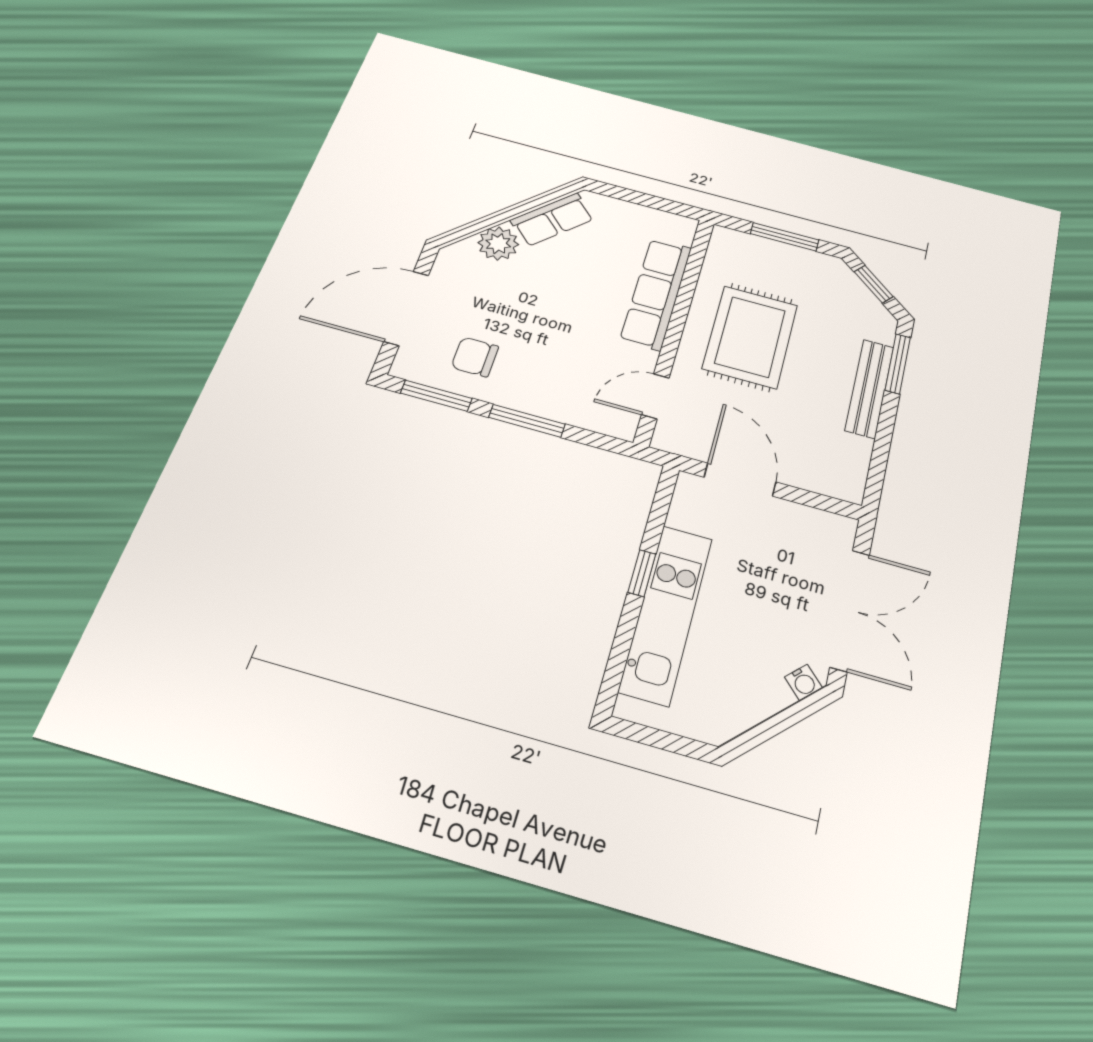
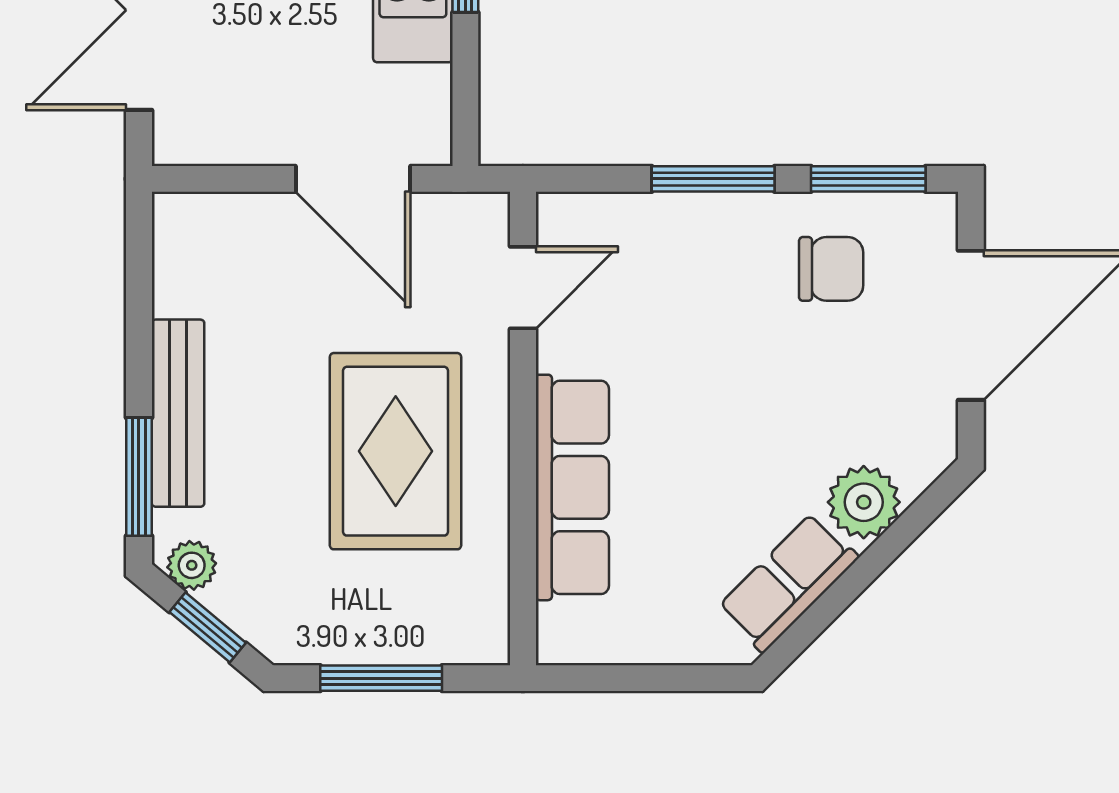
plant: (876, 314) -> (192, 565), added

